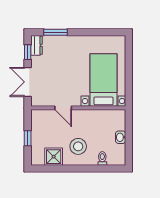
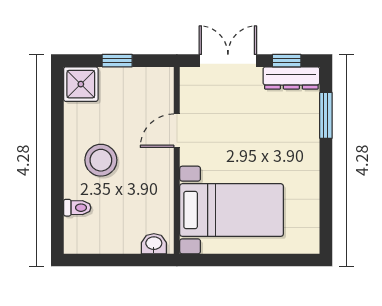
dresser: (36, 45) -> (291, 78), width x1.44
washbasin: (121, 137) -> (154, 244), moved
shower: (54, 157) -> (81, 84), moved

